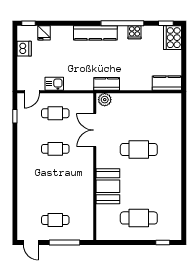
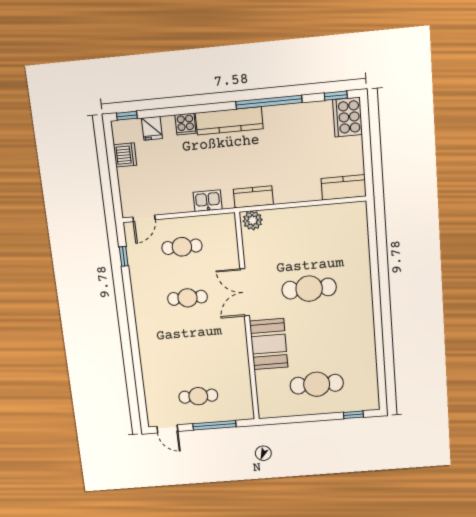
cooker: (135, 32) -> (185, 124), moved
kitchen sink: (54, 84) -> (208, 201), moved
double door: (95, 130) -> (245, 292), moved

